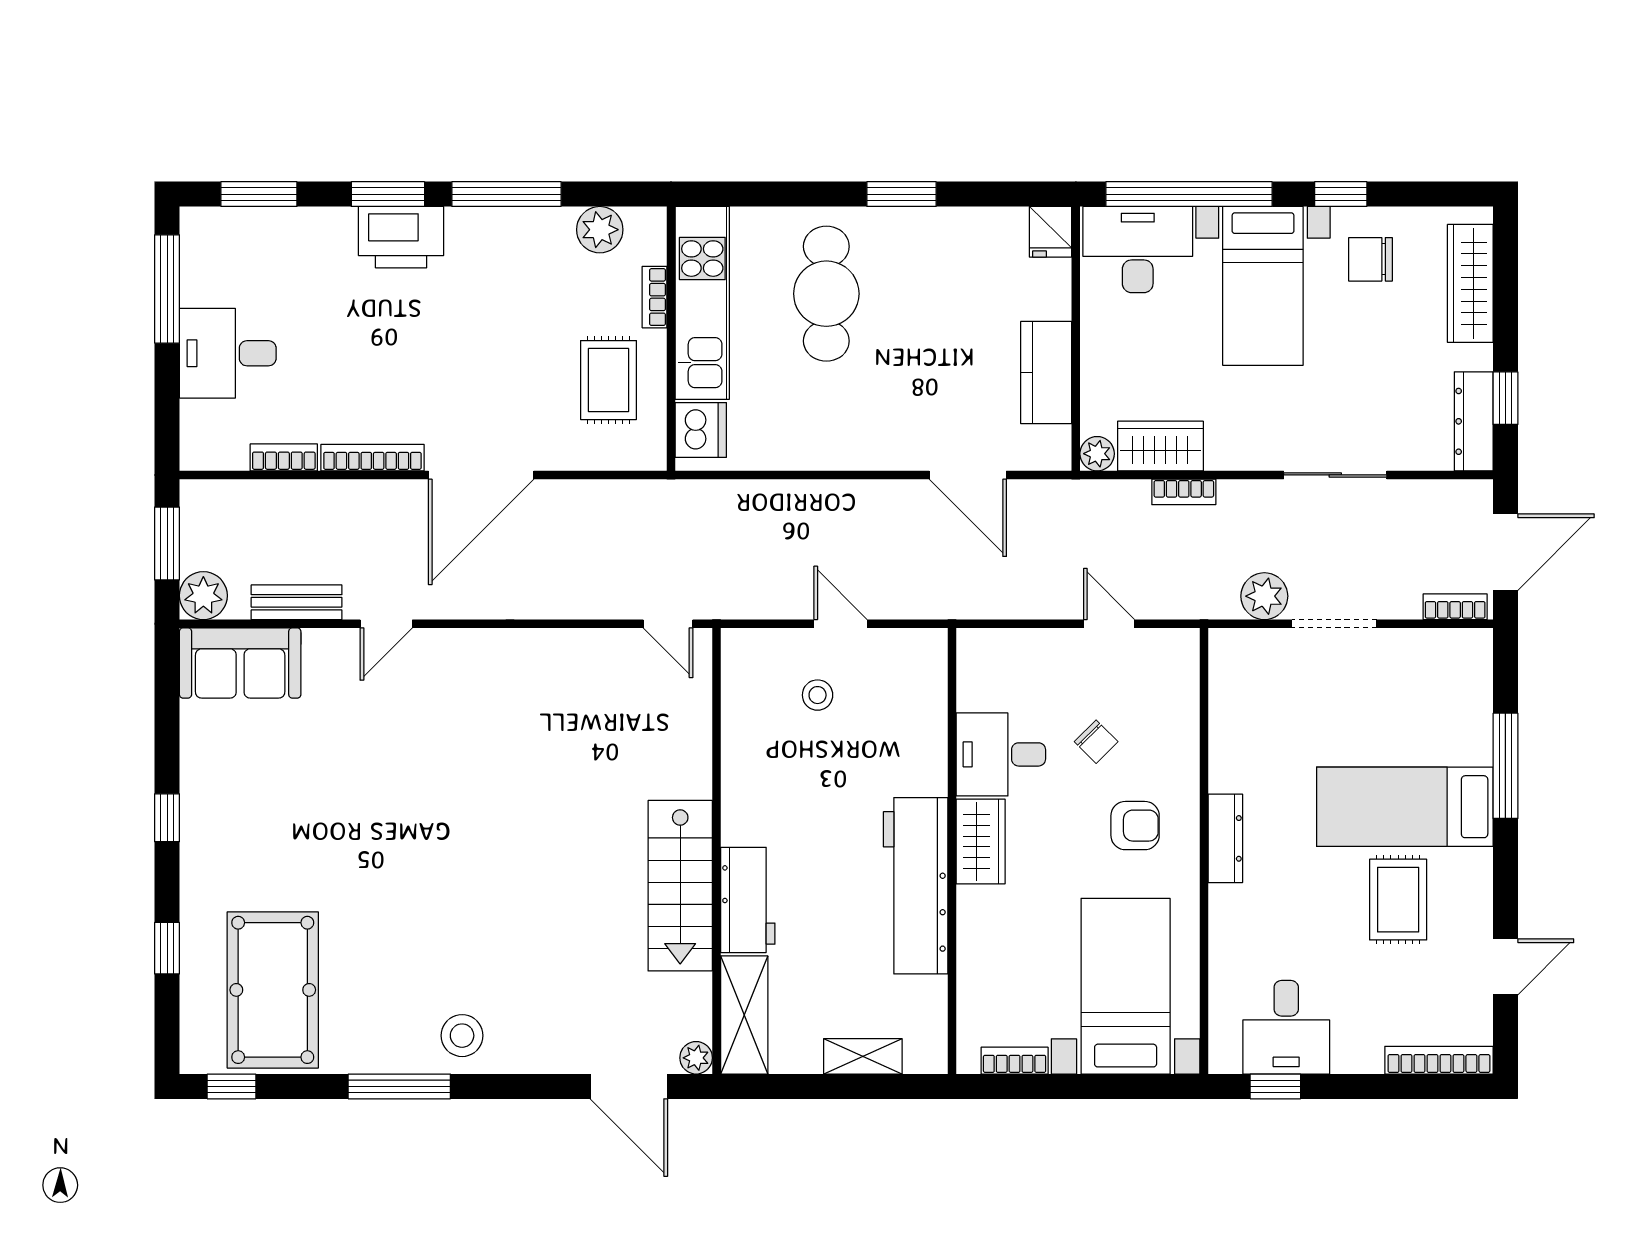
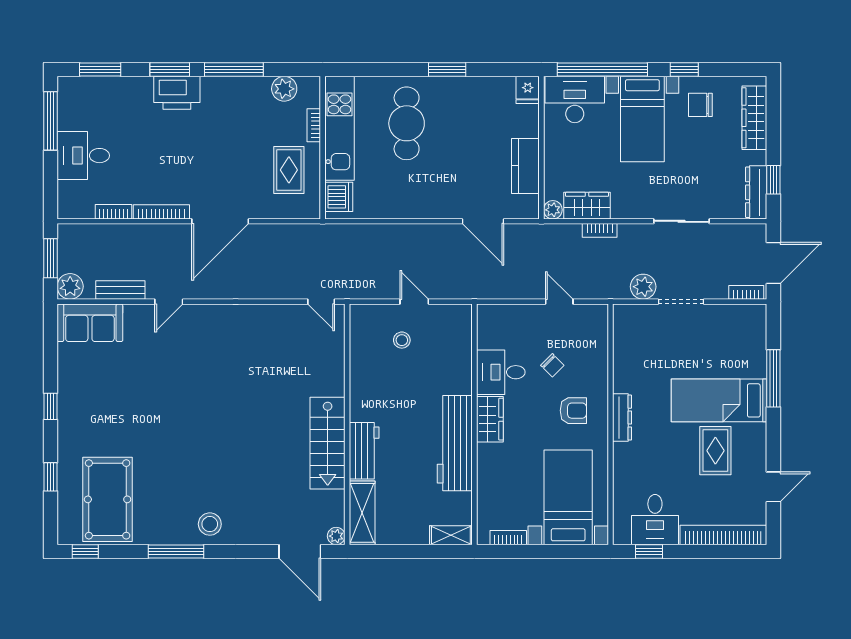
shelving: (863, 1056) -> (451, 535), moved
bookcase: (1439, 1060) -> (723, 535), width x1.48, depth x1.31

